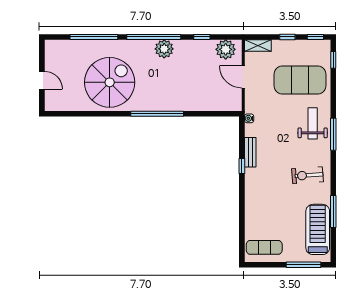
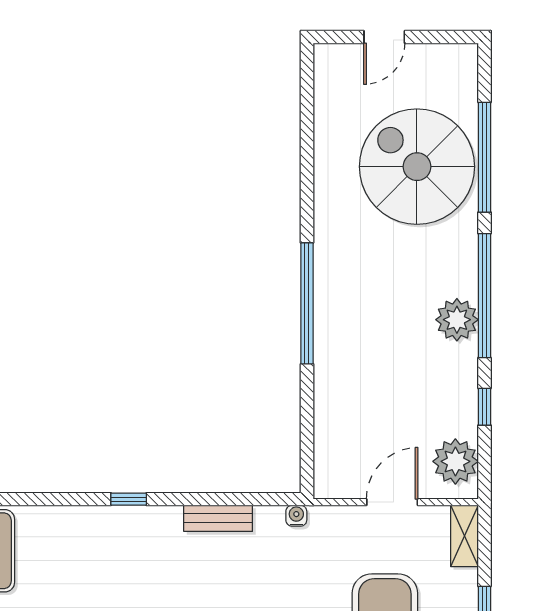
spiral stairs: (110, 82) -> (417, 167), moved, turned 180
window: (242, 166) -> (129, 499), moved

